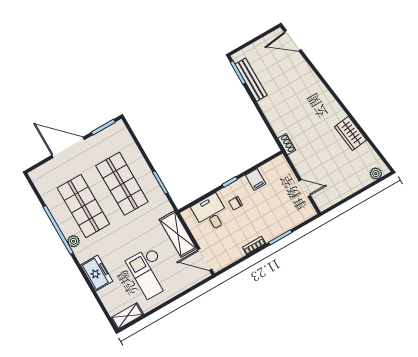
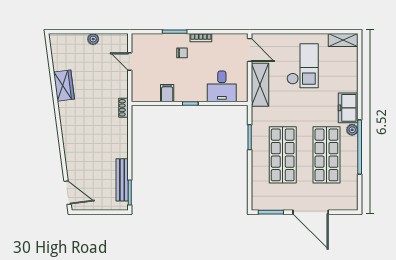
plant: (376, 174) -> (93, 39), moved
chair: (236, 203) -> (182, 53), moved
freezer: (97, 273) -> (348, 108), moved

